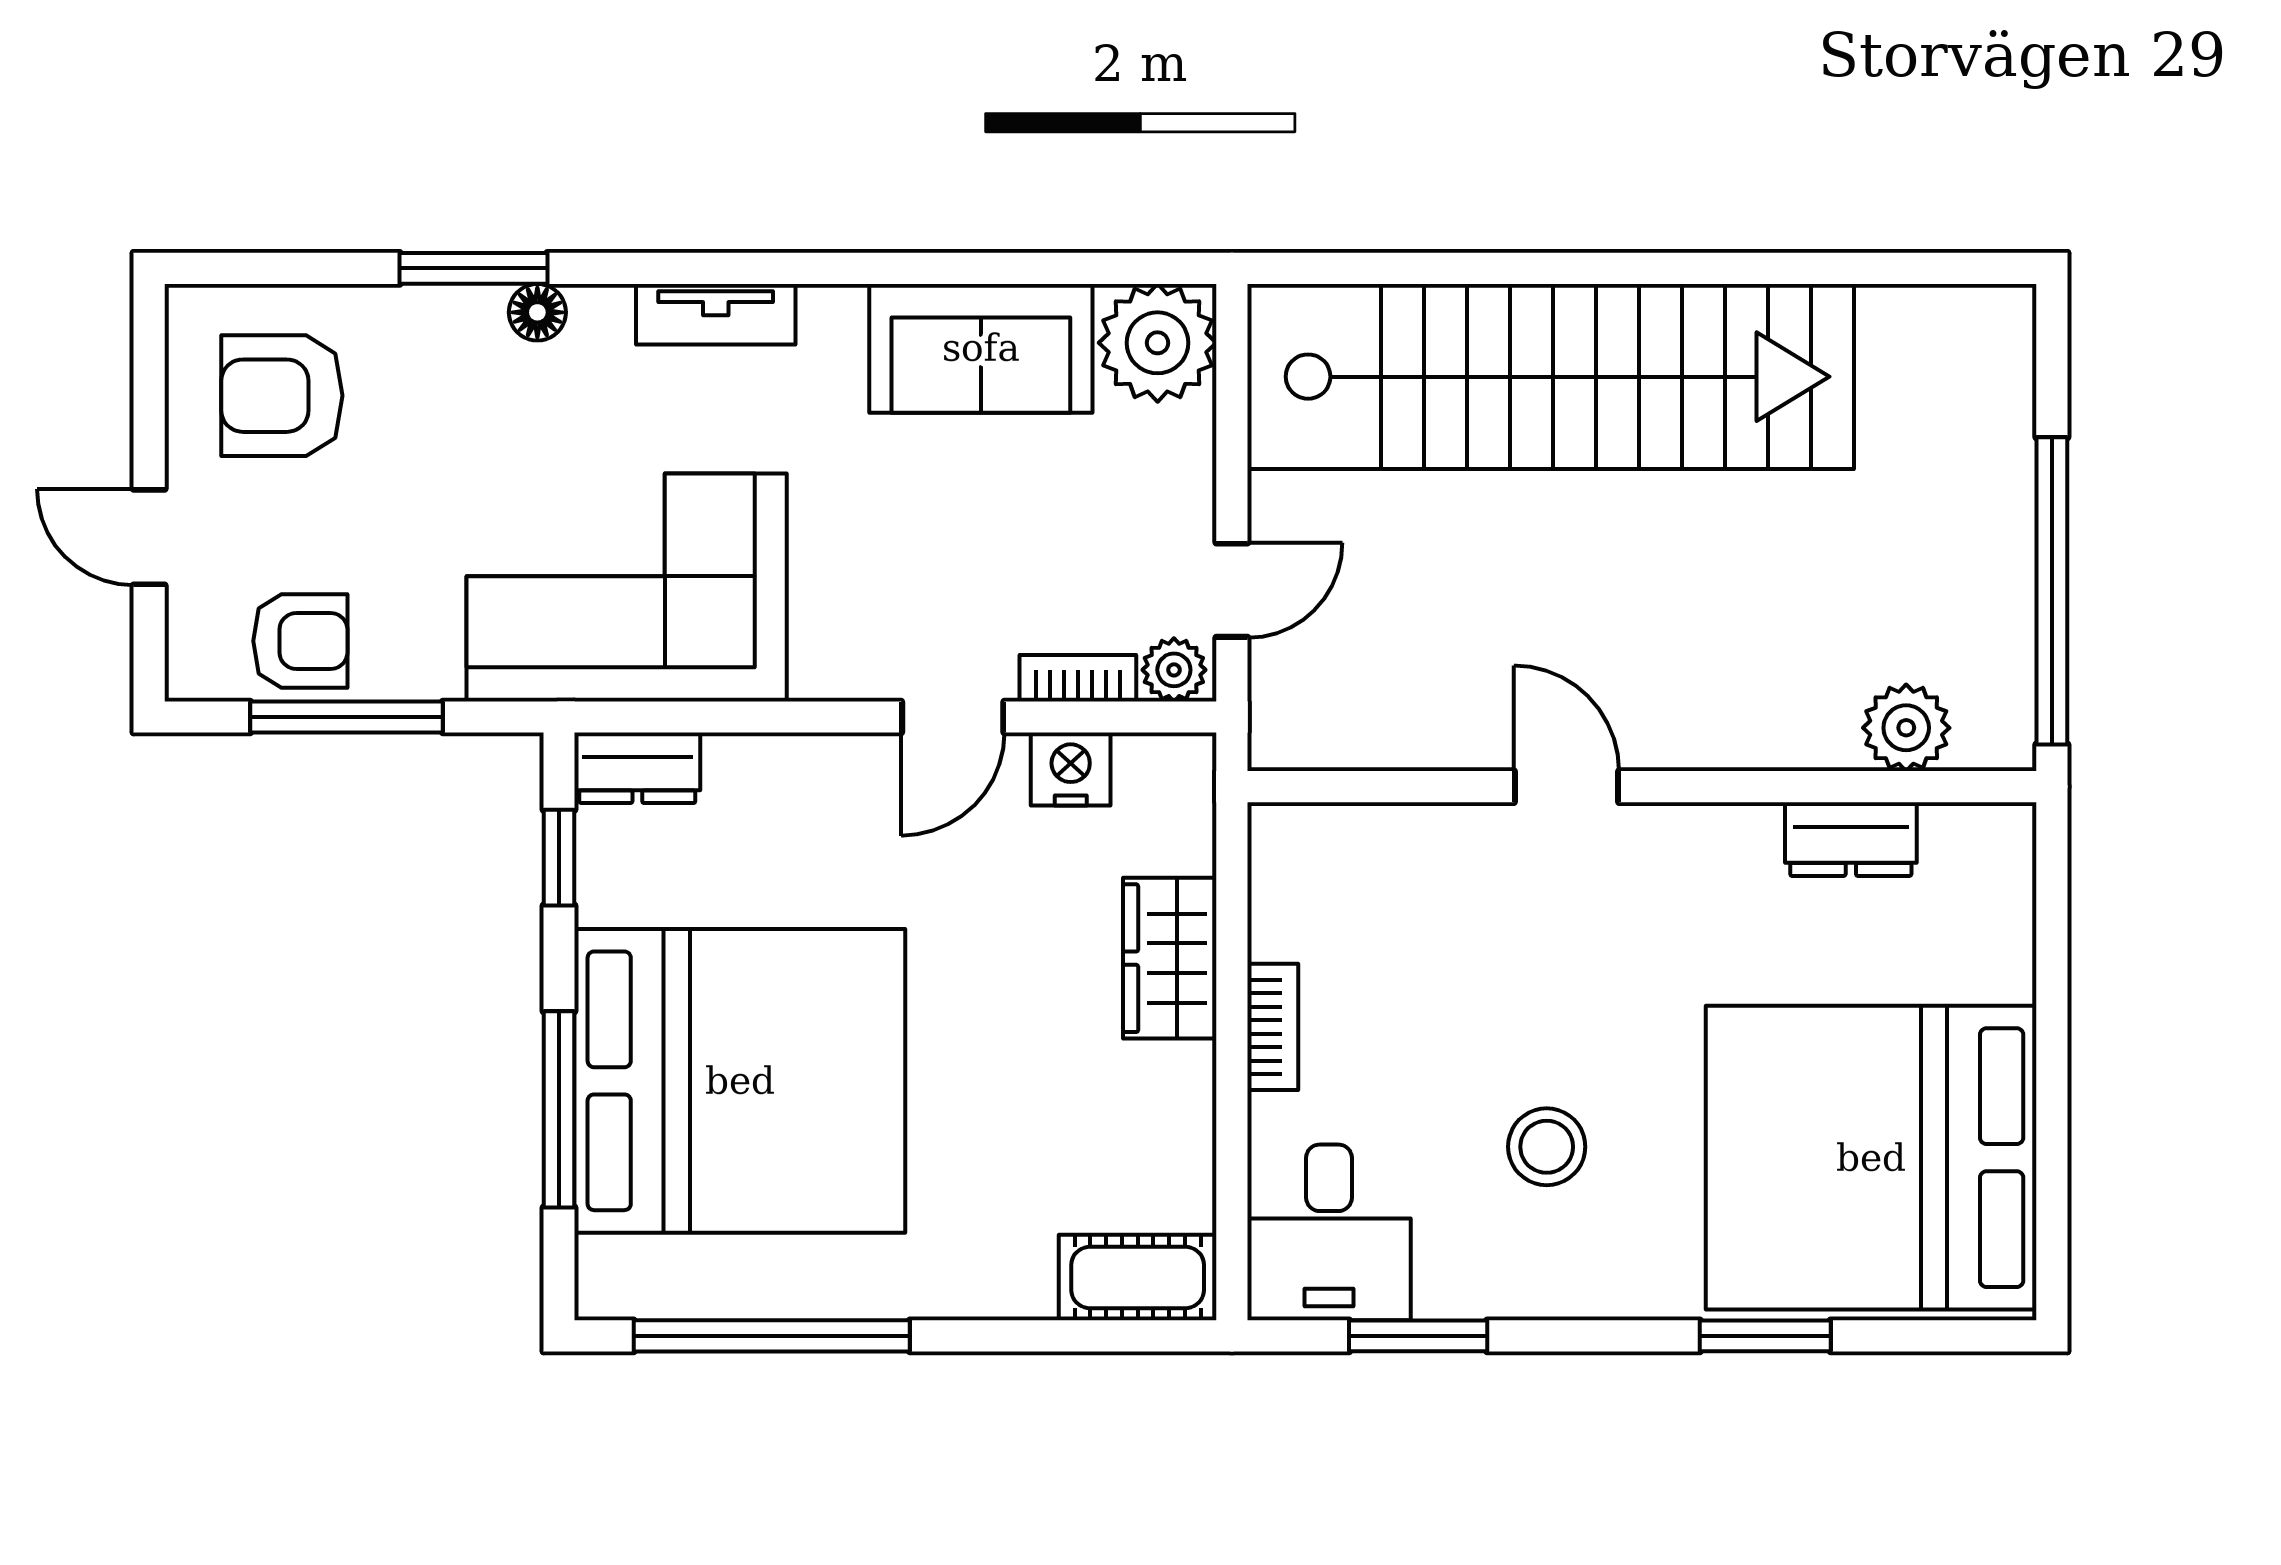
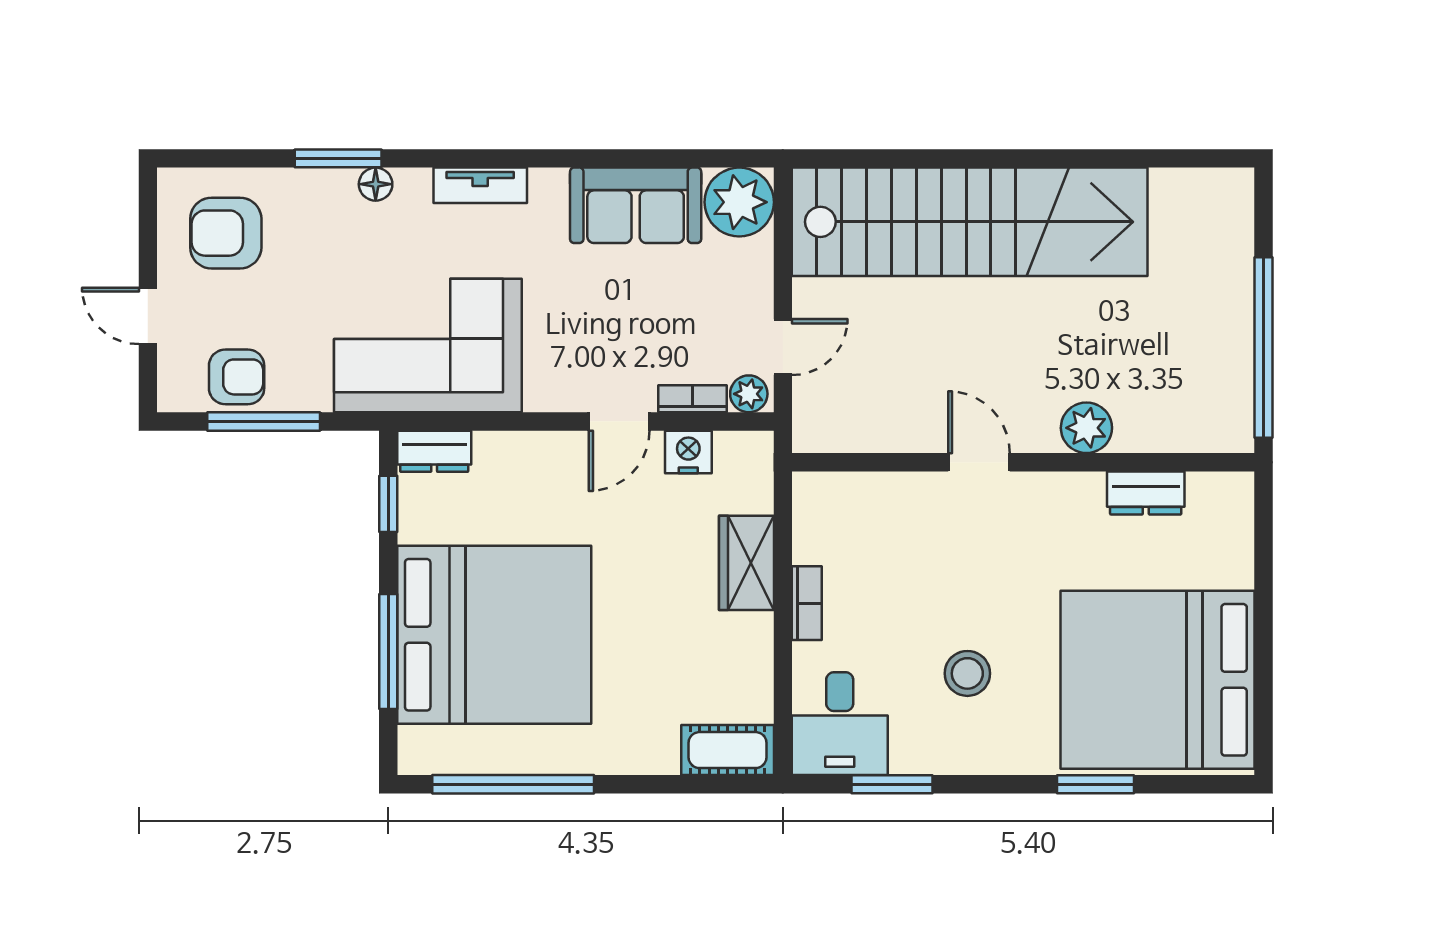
plant: (1906, 728) -> (1086, 428), moved

